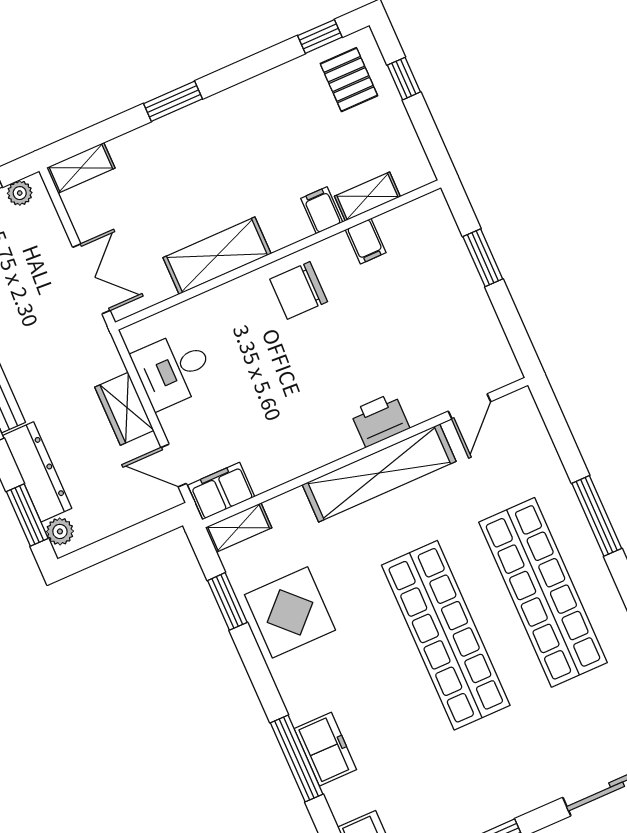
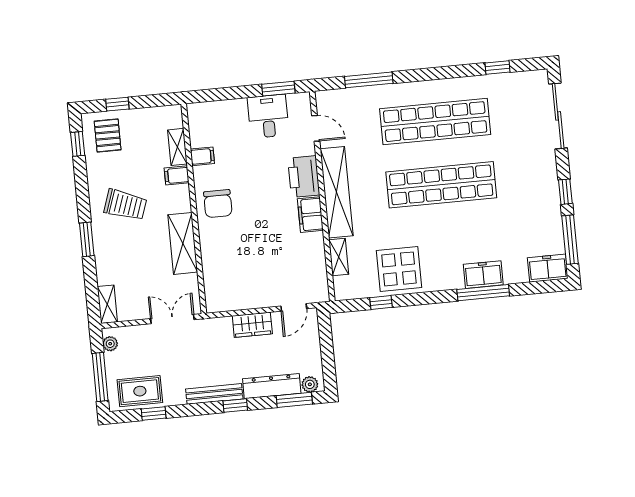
pallet: (349, 80) -> (108, 136), turned 90
trolley: (248, 144) -> (125, 205), added
window: (483, 258) -> (278, 89), moved
desk: (173, 370) -> (268, 116), moved, turned 180
printer: (380, 420) -> (304, 177), width x1.37, depth x1.19
filing cabinet: (221, 491) -> (310, 215), moved
window: (597, 516) -> (369, 80), moved
shelving: (239, 528) -> (339, 257), moved
window: (227, 601) -> (381, 302), width x0.67

